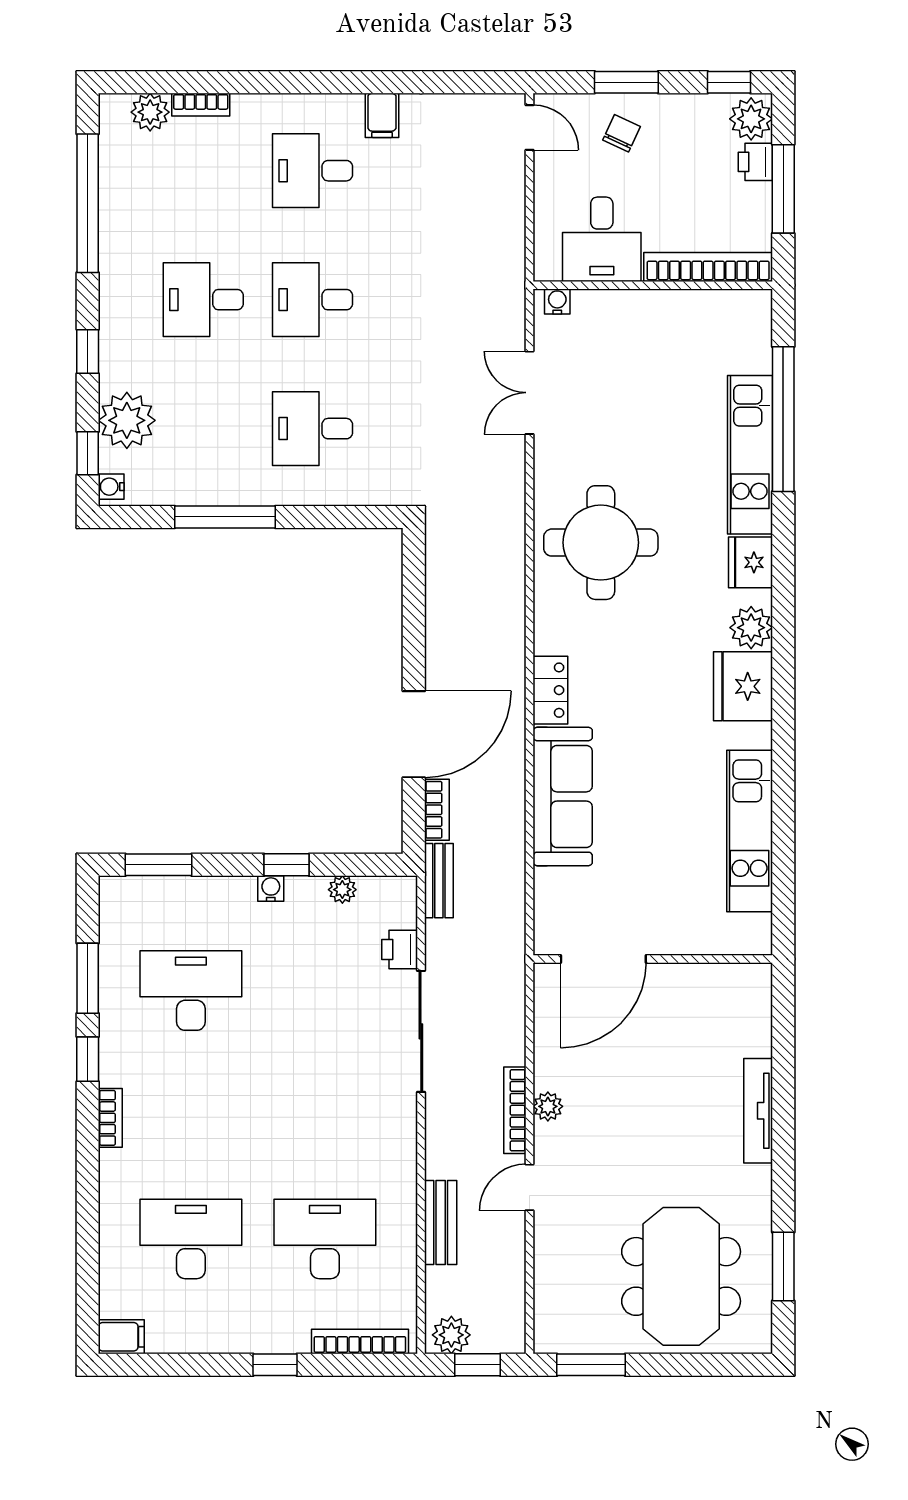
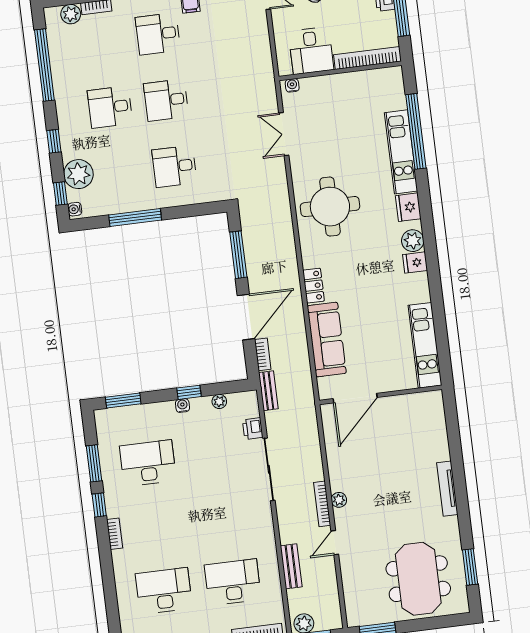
window: (414, 613) -> (238, 255), added
fridge: (743, 686) -> (415, 263), width x0.53, depth x0.75
door: (603, 959) -> (355, 398), moved
wall: (653, 959) -> (381, 395), moved

